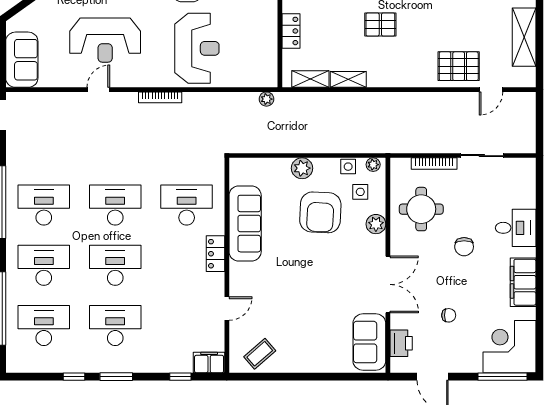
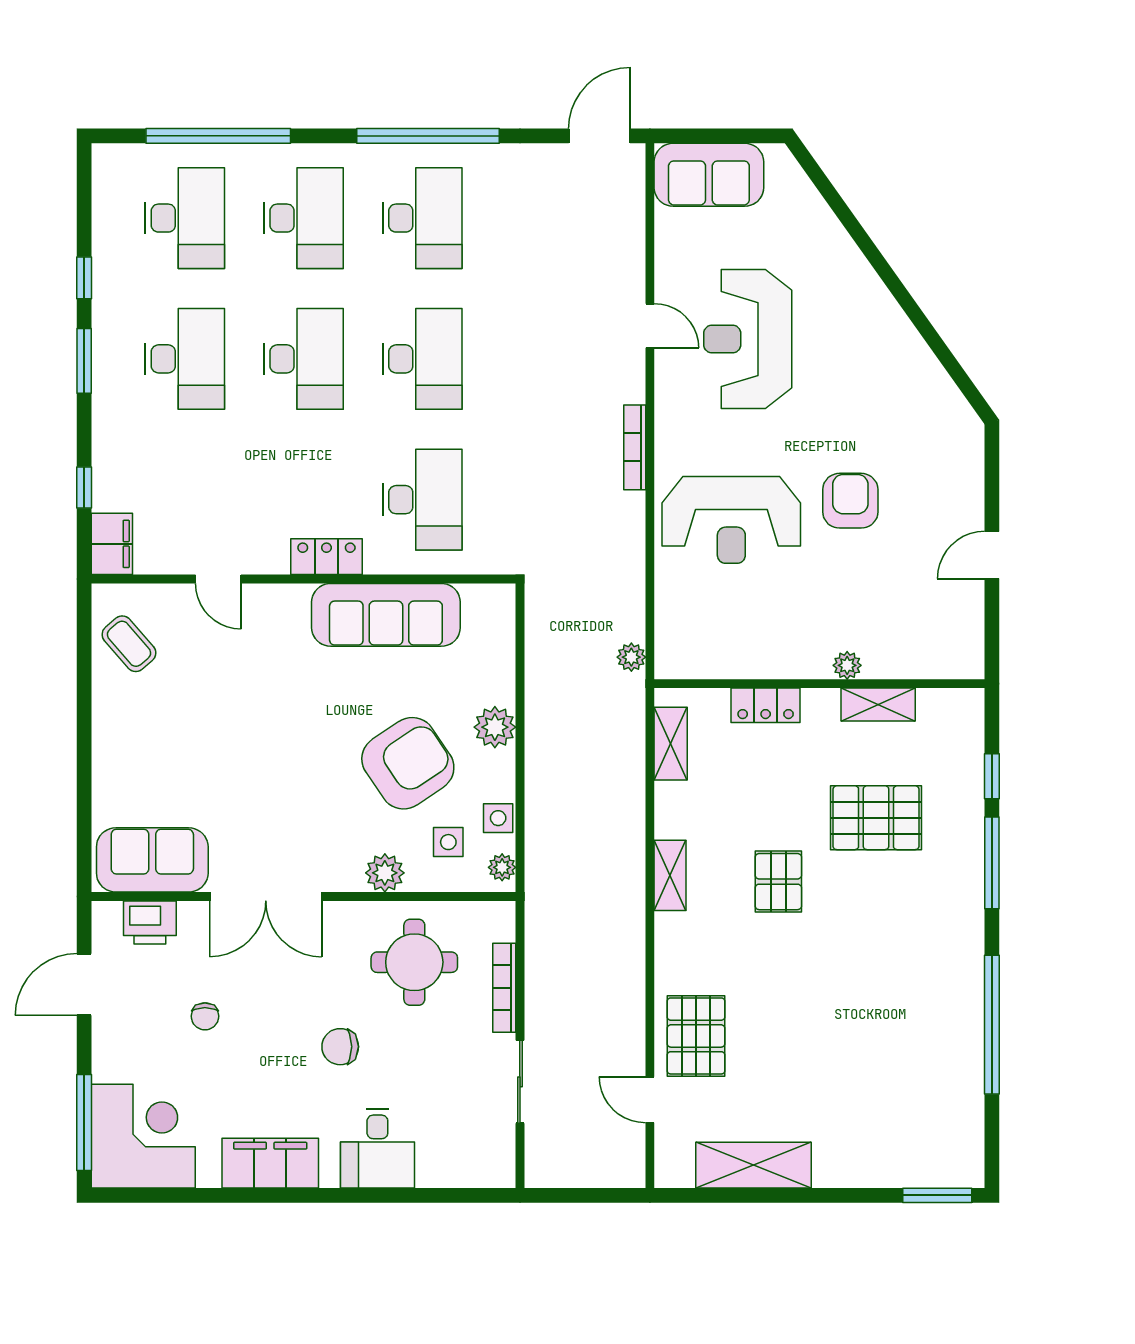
shelving: (348, 79) -> (670, 875), moved
armchair: (320, 212) -> (408, 763), turned 143

